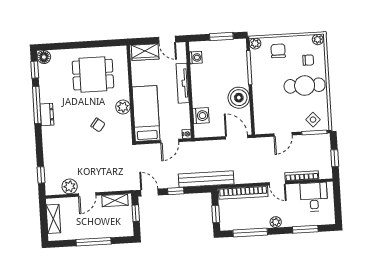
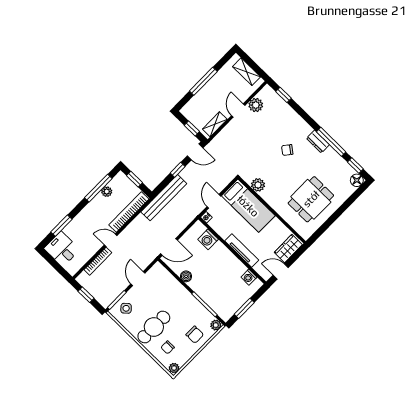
boiler: (239, 98) -> (186, 276), width x0.54, depth x0.54
plant: (123, 107) -> (258, 185), moved
chair: (98, 125) -> (287, 150), moved
desk: (314, 197) -> (62, 249), moved, turned 180
plant: (276, 222) -> (107, 192), moved

